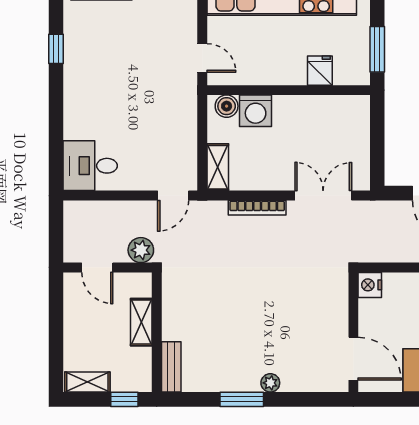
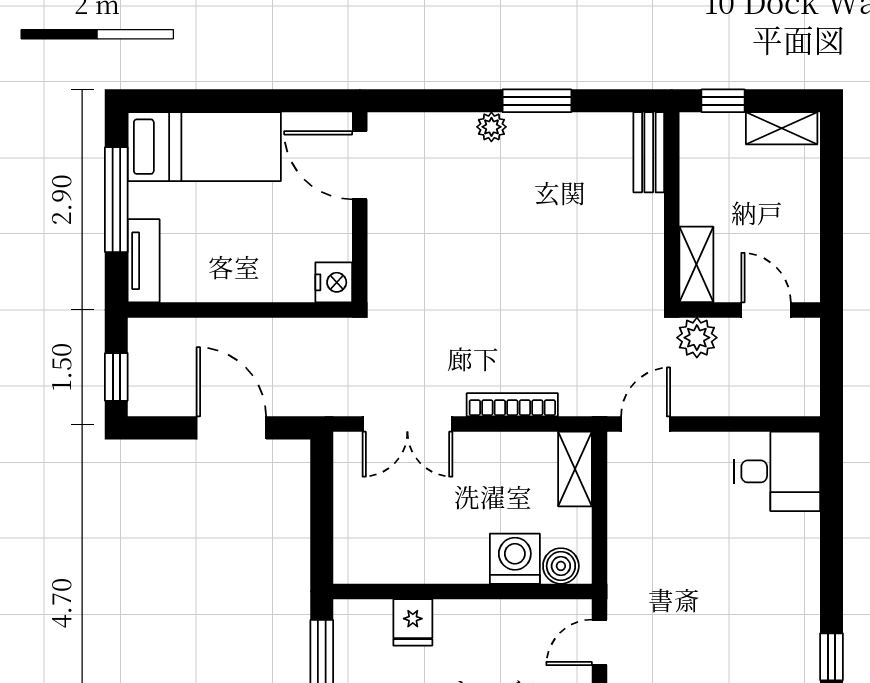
door: (202, 58) -> (599, 642), hinge flipped
shelving: (141, 322) -> (696, 264), moved

